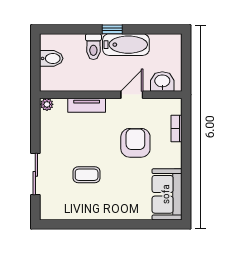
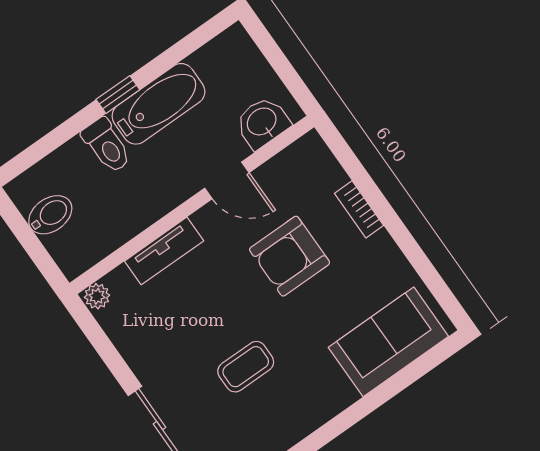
door: (132, 95) -> (227, 180), swing flipped
bookcase: (177, 129) -> (359, 209), moved
armchair: (135, 143) -> (290, 256), turned -90
sofa: (167, 194) -> (388, 342), moved, turned 90

